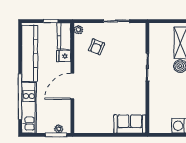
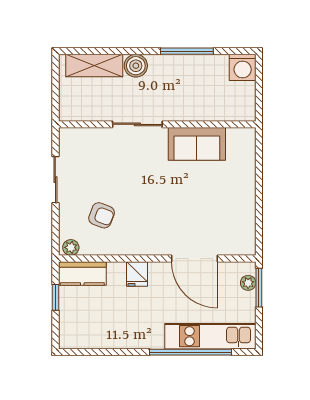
kitchen counter: (30, 53) -> (113, 335), removed
fridge: (64, 56) -> (137, 274), moved
door: (72, 86) -> (195, 259), moved
sofa: (130, 124) -> (197, 144), moved, turned -90

